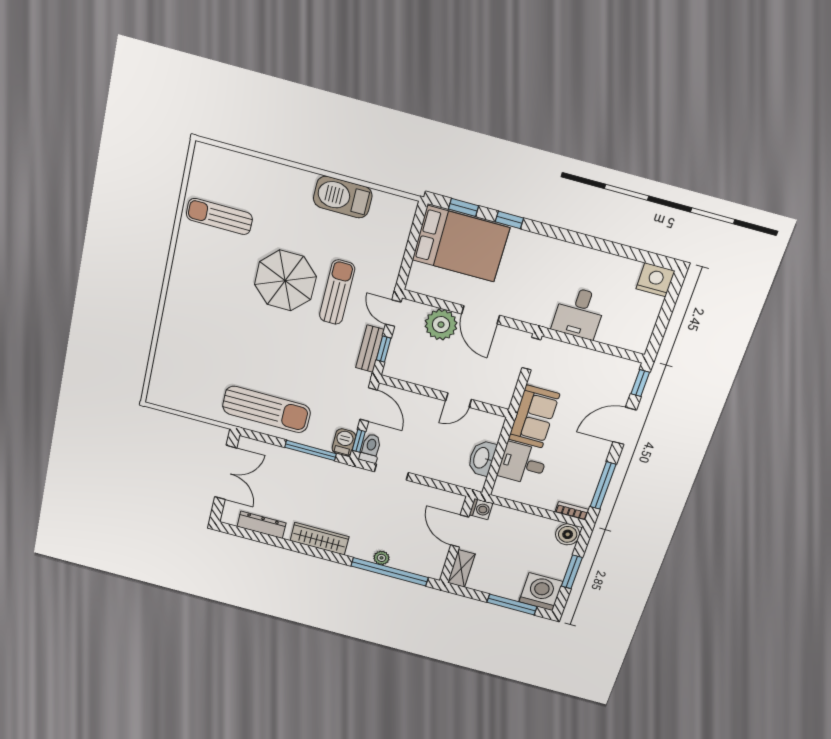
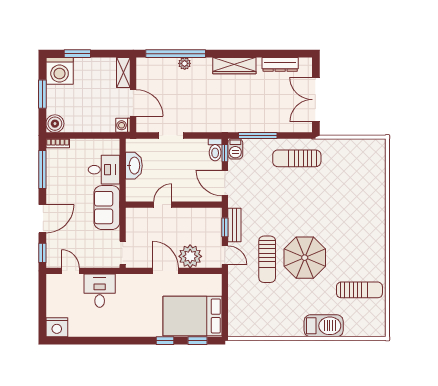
barbecue: (343, 197) -> (324, 326), moved
door: (610, 350) -> (70, 271), added
sun lounger: (266, 409) -> (297, 158), width x0.73, depth x0.75
doorway: (391, 472) -> (171, 136), moved
window: (512, 604) -> (77, 54), width x0.69

